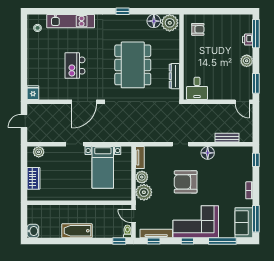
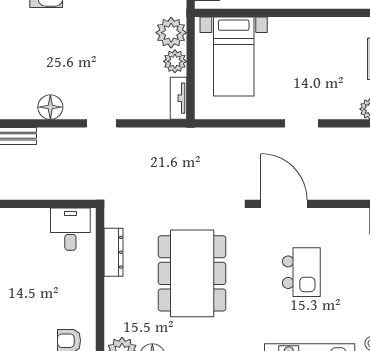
door: (84, 102) -> (284, 204), hinge flipped
bed with nightstands: (103, 167) -> (234, 57), moved, turned 180
armchair: (186, 182) -> (92, 52), removed

